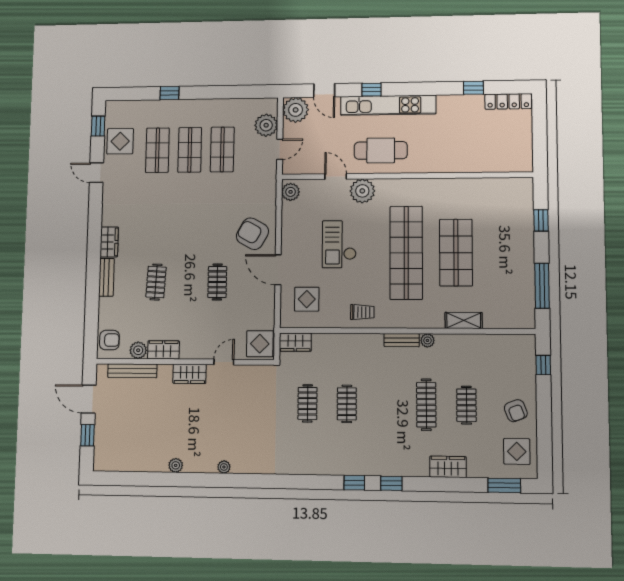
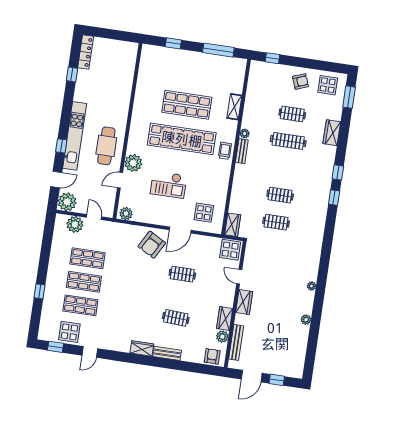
trolley: (362, 312) -> (225, 151), moved

